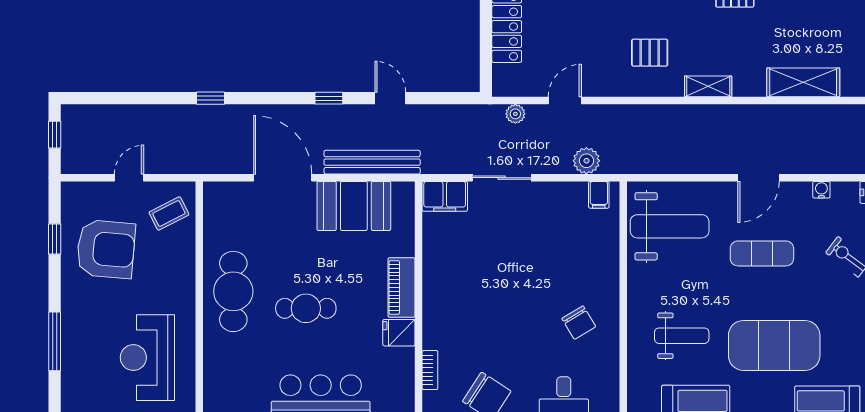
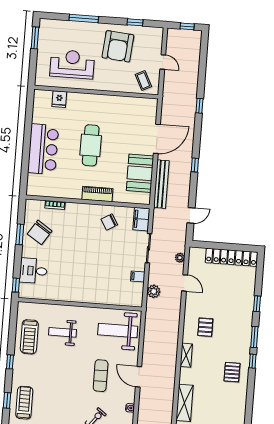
door: (390, 98) -> (191, 215), moved
filing cabinet: (599, 195) -> (138, 276), moved
weight bench: (670, 226) -> (118, 330), turned 90
armchair: (106, 249) -> (118, 46), moved
cafe table: (233, 291) -> (102, 110), removed
cafe table: (306, 308) -> (91, 145), width x1.37, depth x1.35
chair: (579, 323) -> (109, 222), moved
fridge: (399, 333) -> (59, 99), moved, turned 180
weight bench: (682, 336) -> (62, 332), turned 90
exercise mat: (774, 345) -> (54, 378), removed

